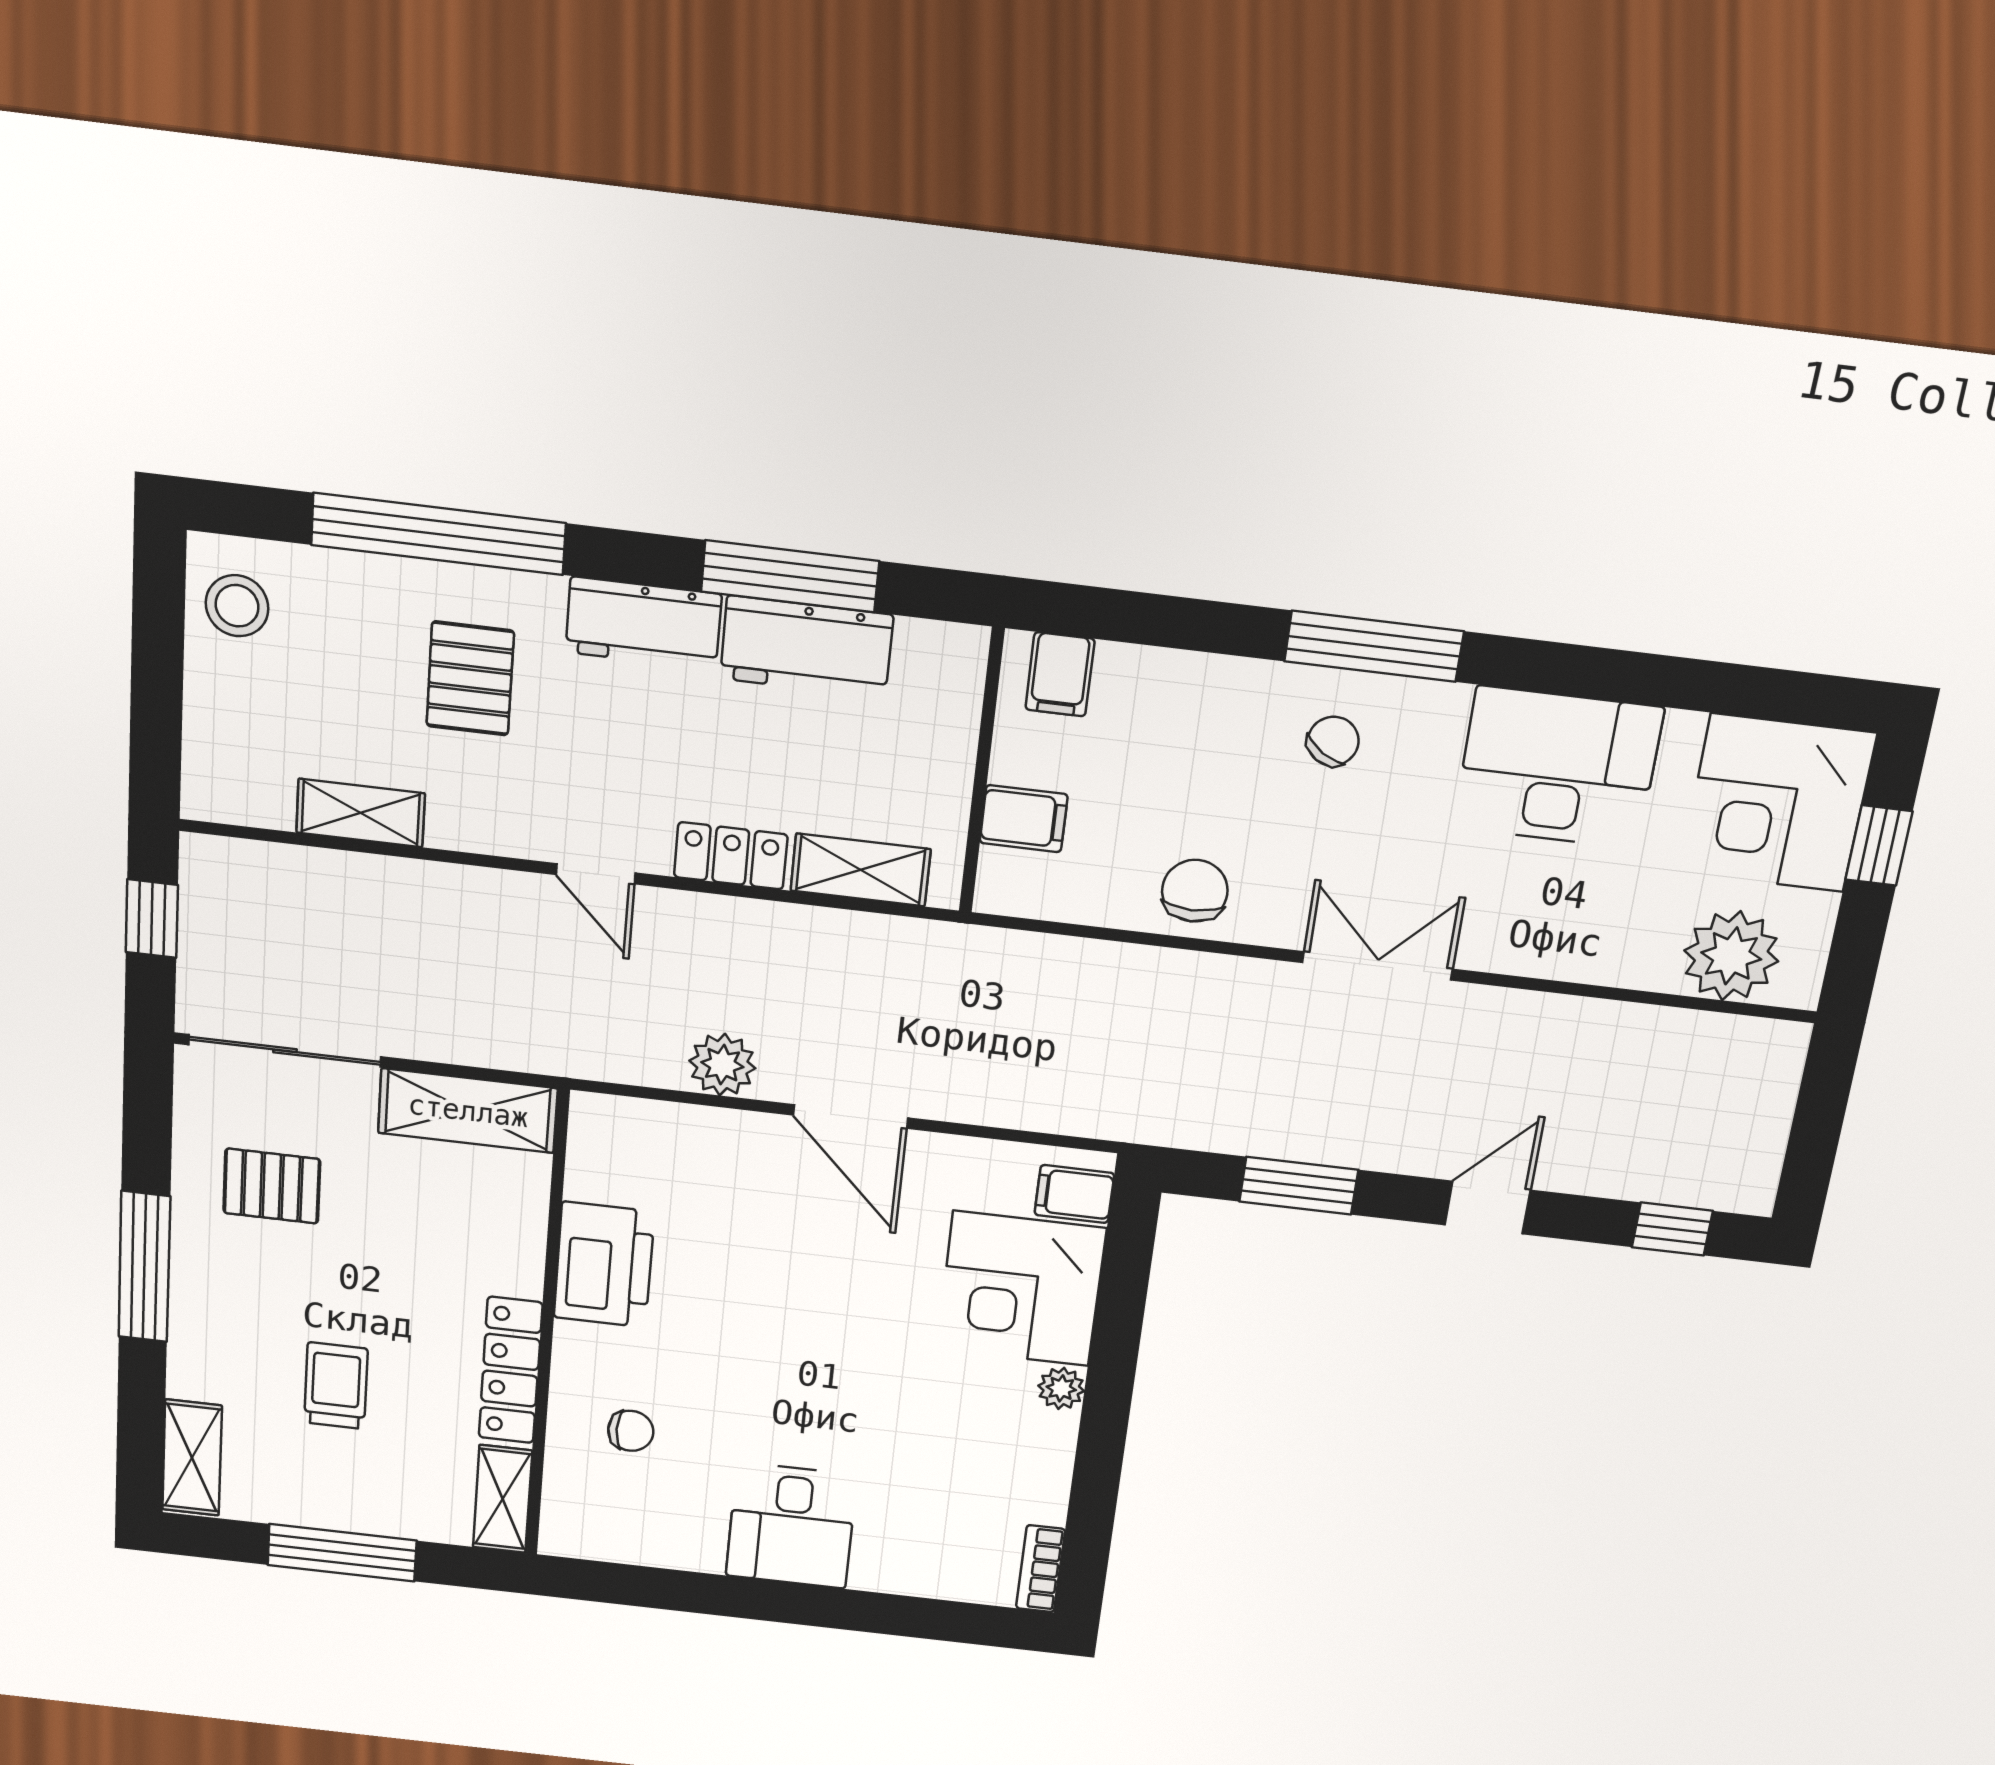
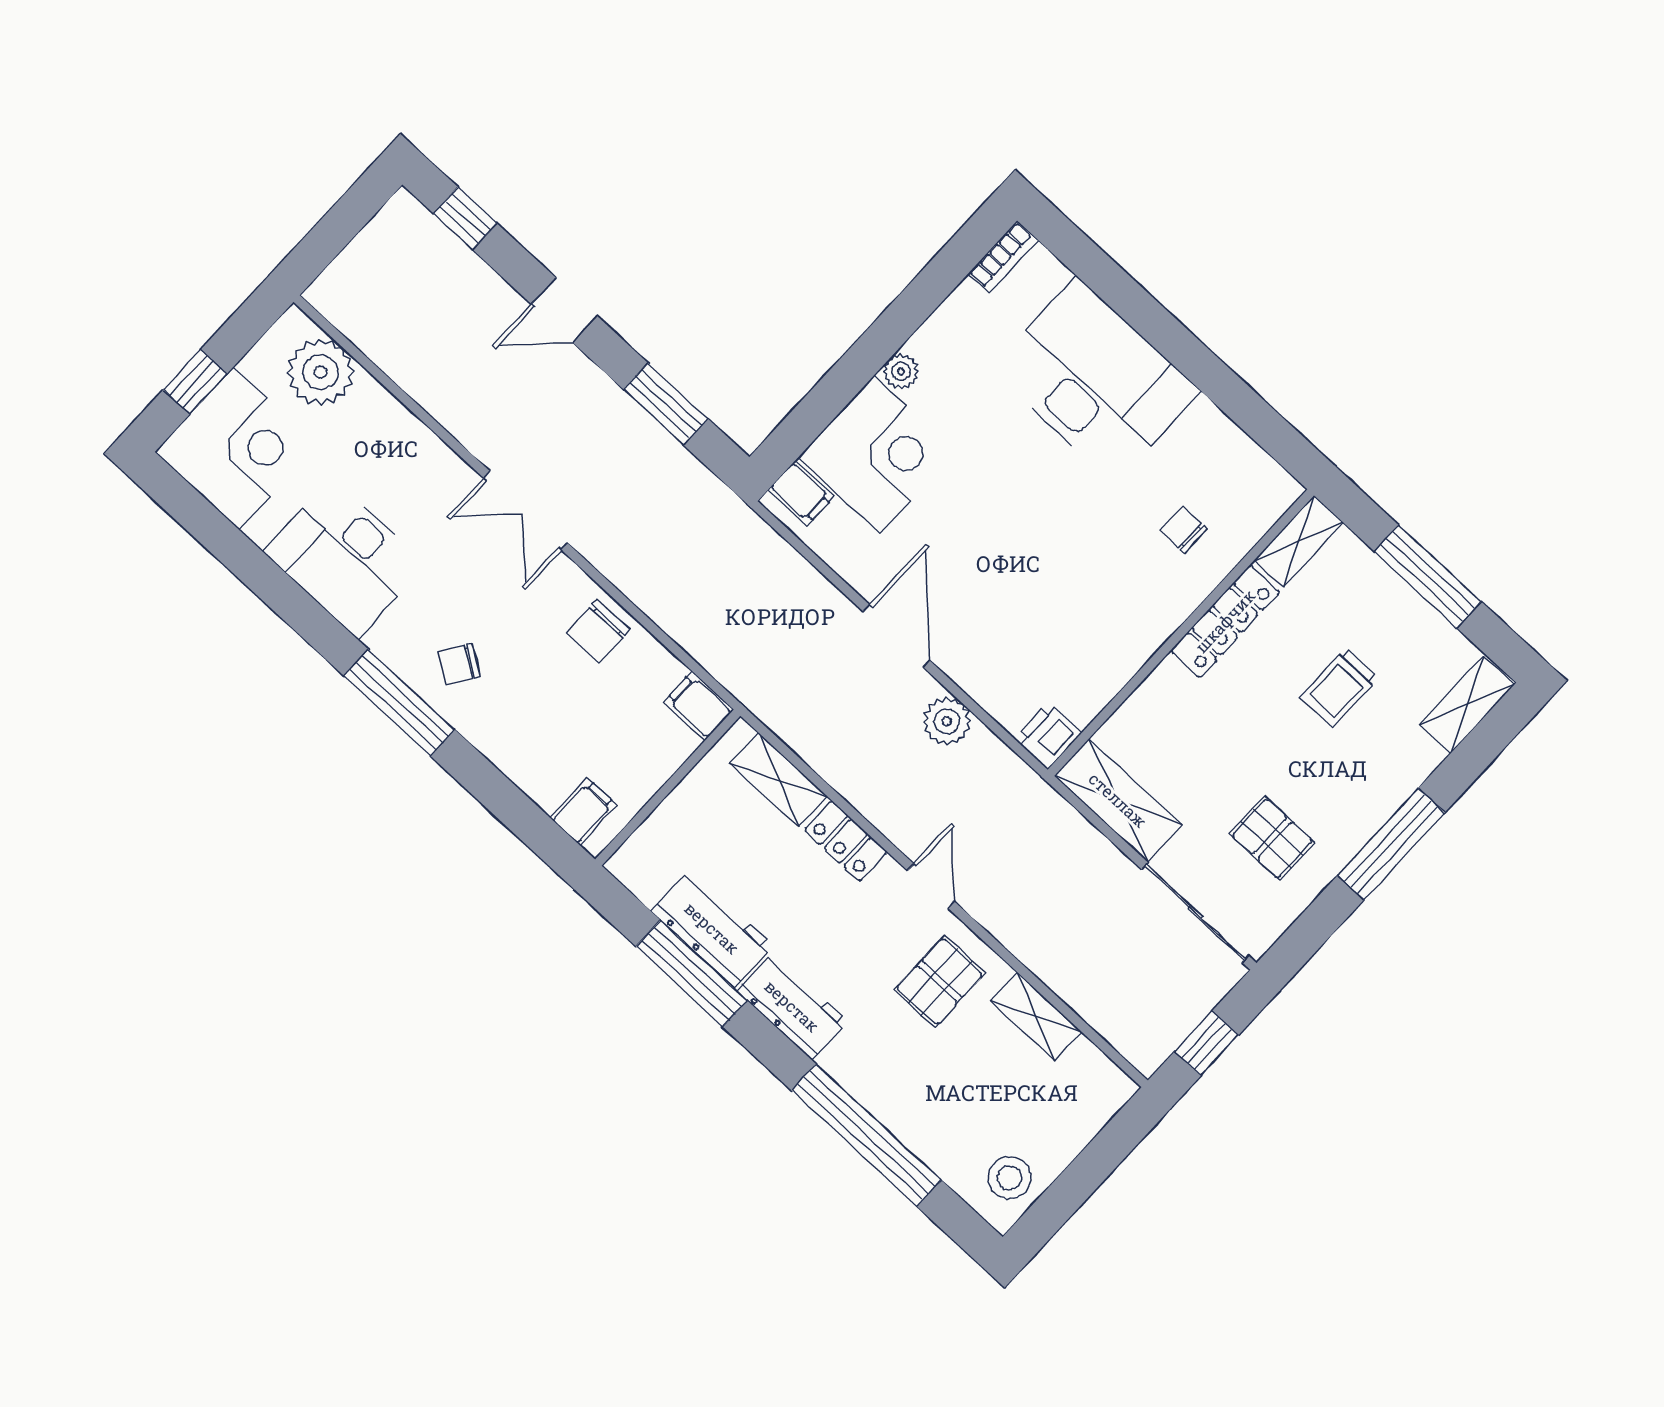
pallet: (470, 678) -> (940, 982), moved
filing cabinet: (1024, 819) -> (699, 706), moved
printer: (604, 1265) -> (1048, 736), moved, width x0.53, depth x0.68
desk: (791, 1526) -> (1095, 380), width x1.87, depth x1.30

